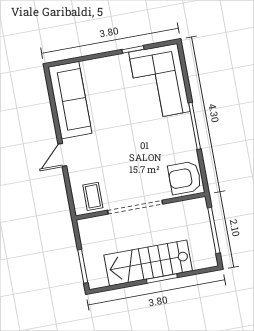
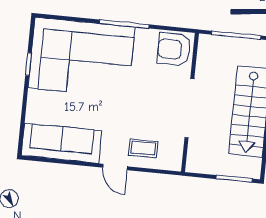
corner sofa: (159, 82) -> (81, 58), width x1.36, depth x1.36
armchair: (185, 178) -> (174, 49), turned 90
coffee table: (93, 196) -> (143, 148), moved

